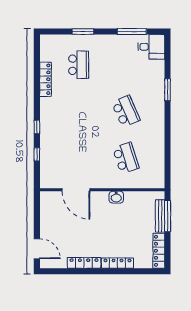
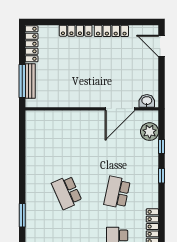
school desk: (126, 158) -> (117, 192), moved, turned 30
plant: (48, 168) -> (150, 132), added
door: (76, 190) -> (120, 109), swing flipped
washbasin: (116, 197) -> (147, 101), moved

